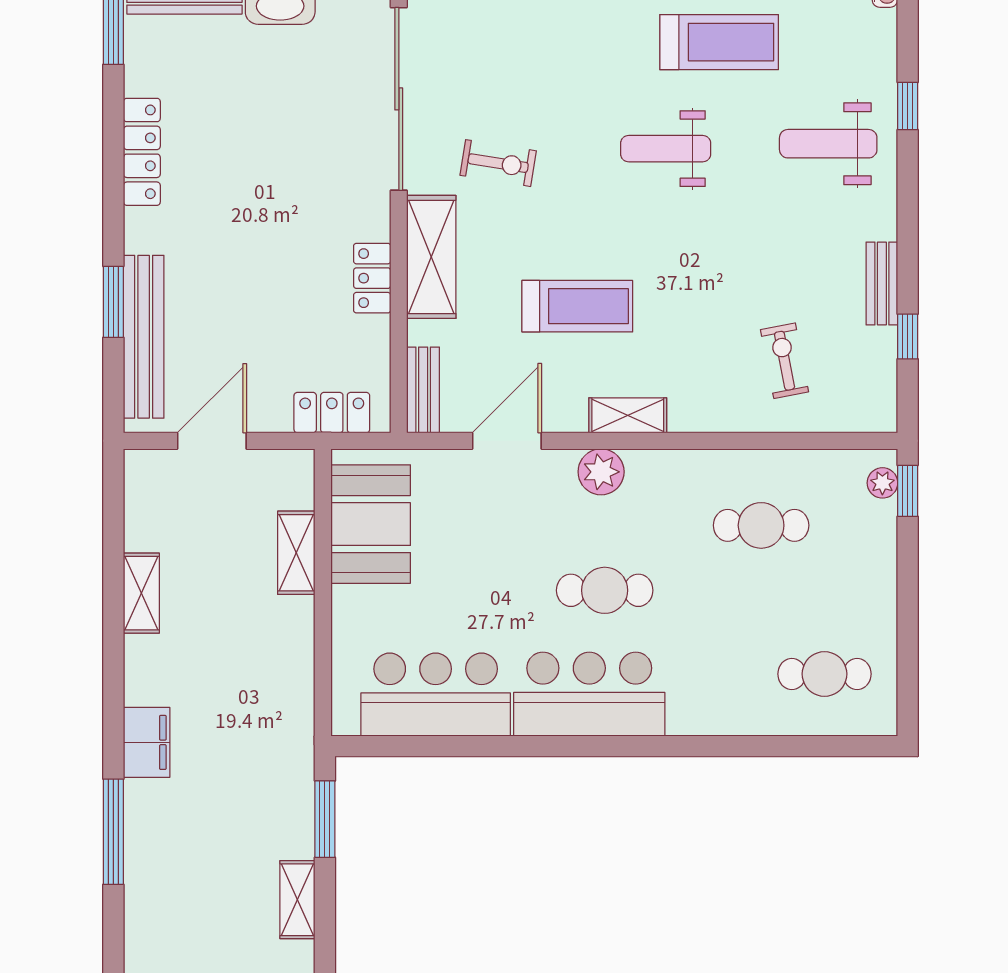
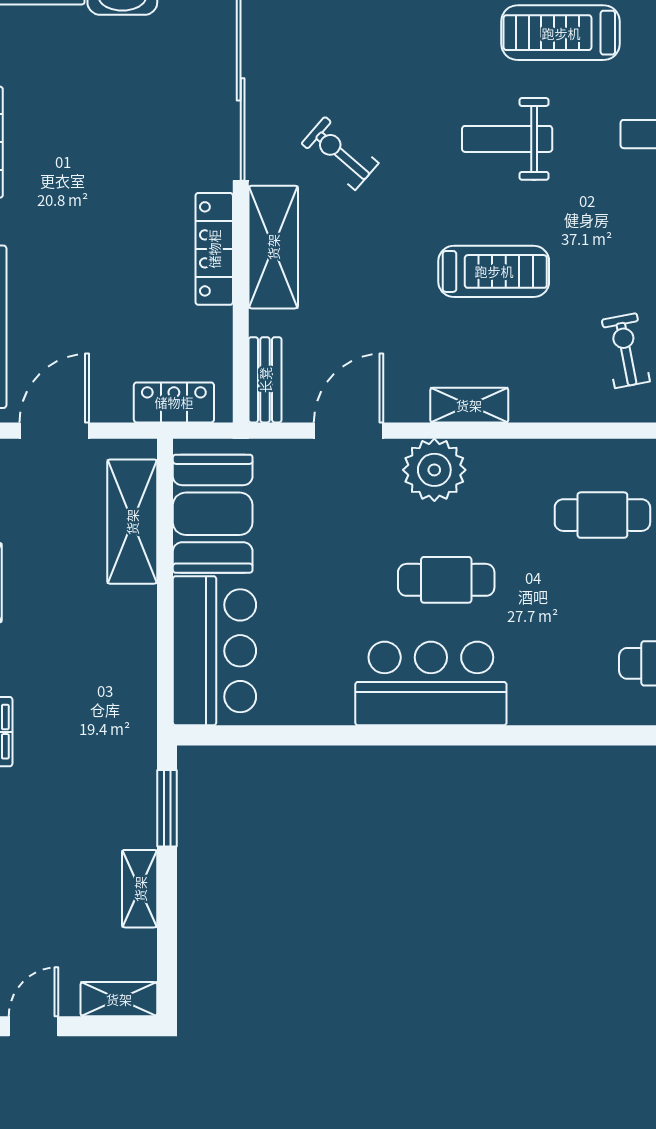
treadmill: (719, 42) -> (561, 33), turned 180
exercise bike: (498, 163) -> (340, 153), turned -148
locker: (372, 278) -> (214, 249), width x1.53
treadmill: (577, 306) -> (494, 271), moved
plant: (601, 472) -> (434, 470), width x1.36, depth x1.36
shelving: (296, 553) -> (132, 522), width x1.50, depth x1.33
bar counter: (436, 695) -> (214, 651), moved, turned 90

